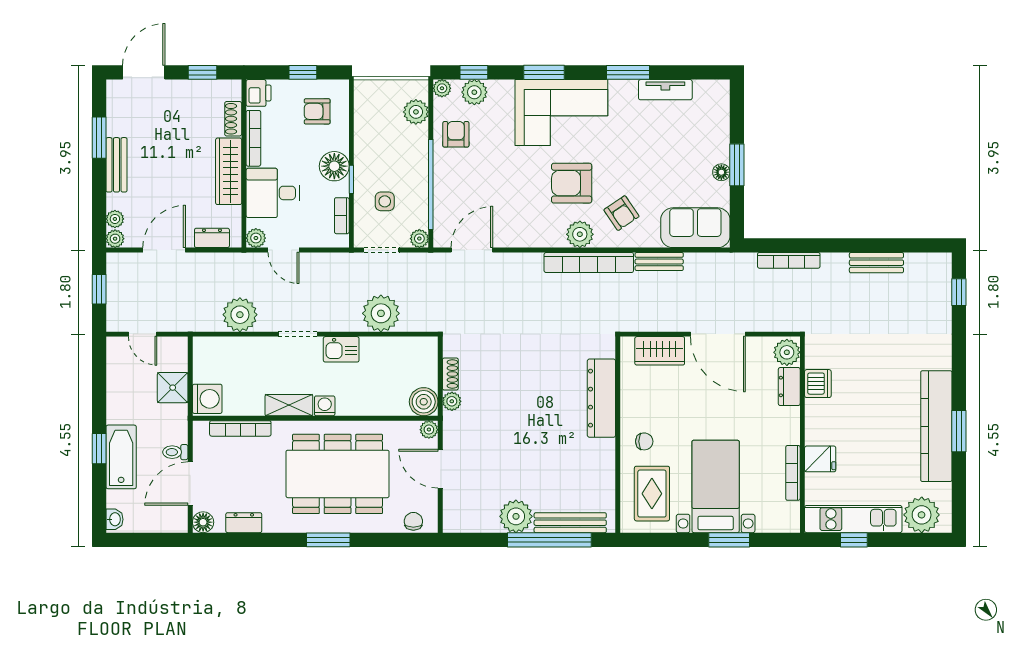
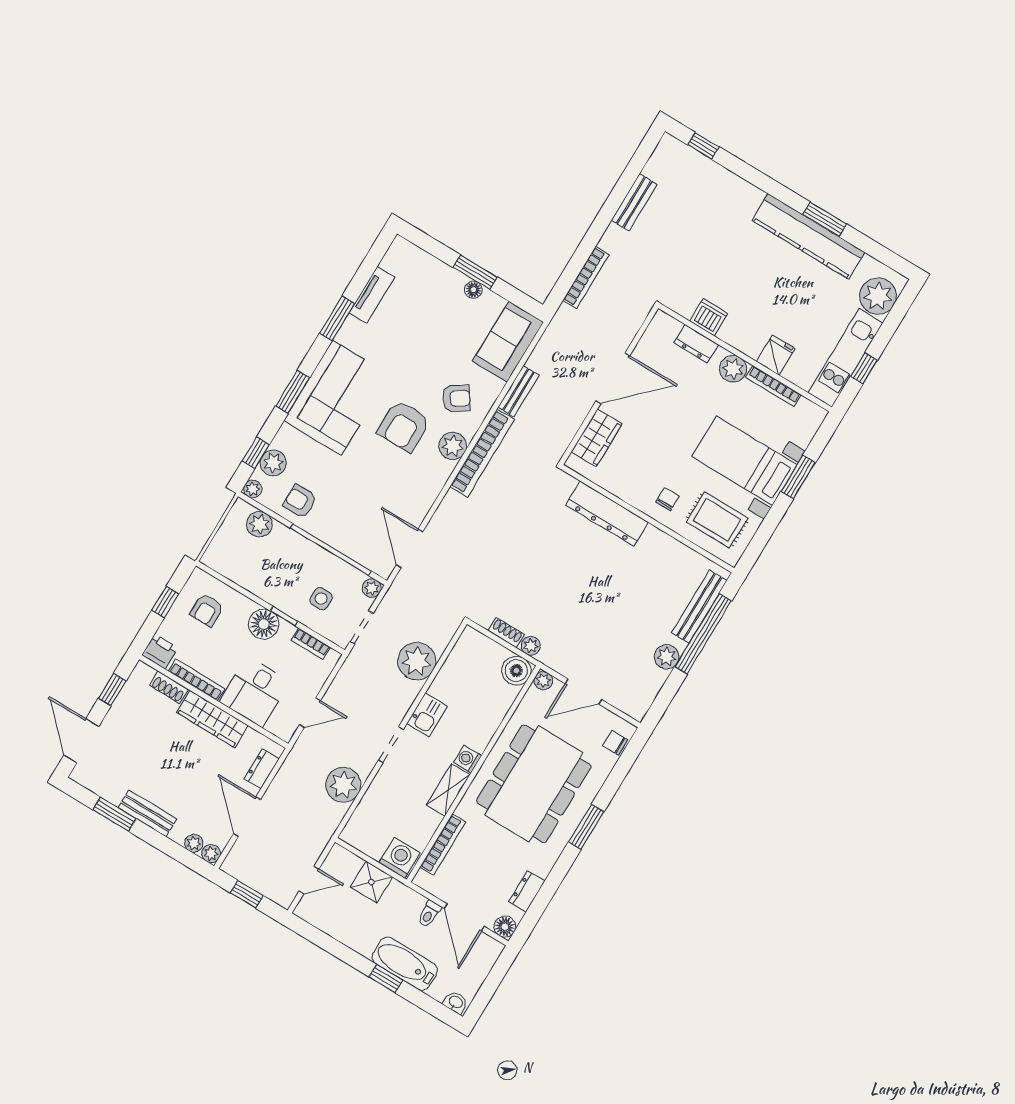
plant: (256, 238) -> (285, 730), removed
plant: (787, 352) -> (733, 369), moved
plant: (516, 516) -> (667, 657), width x0.73, depth x0.73

